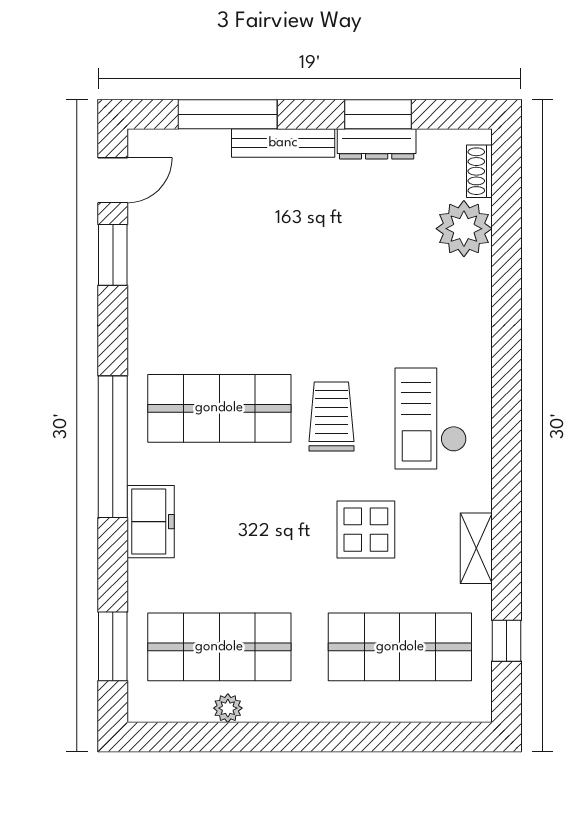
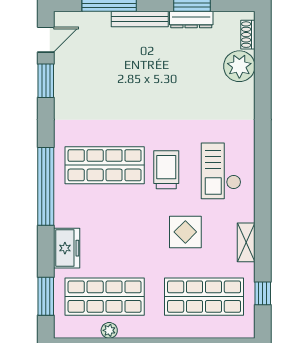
freezer: (151, 522) -> (67, 248), moved

